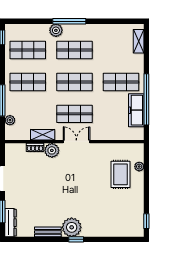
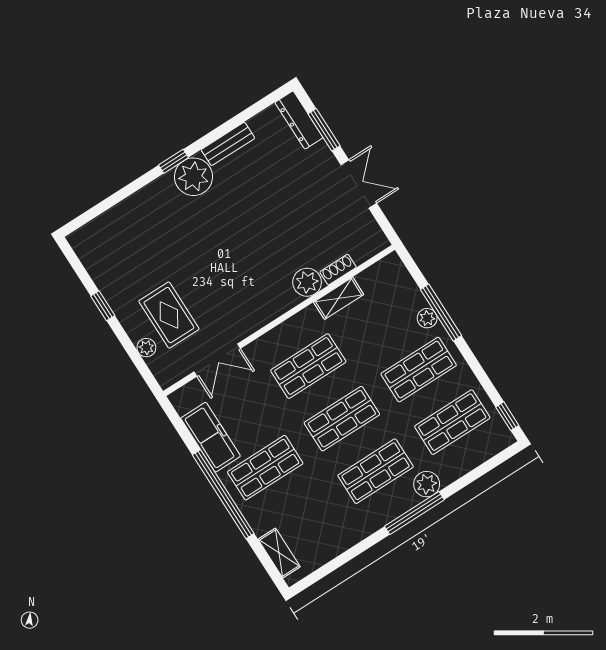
window: (146, 99) -> (223, 494), moved
plant: (10, 120) -> (427, 318), moved
double door: (76, 142) -> (217, 360), moved
window: (146, 221) -> (103, 306), moved

